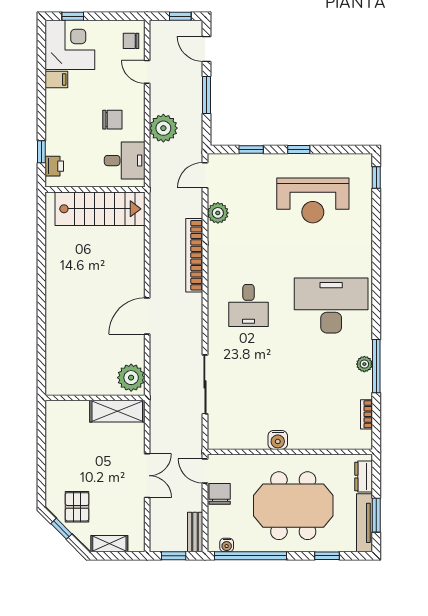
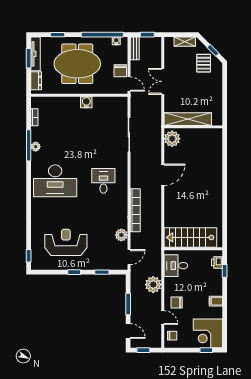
filing cabinet: (56, 79) -> (216, 301), moved
chair: (112, 120) -> (177, 303), moved
shelving: (117, 411) -> (188, 119), width x1.47

